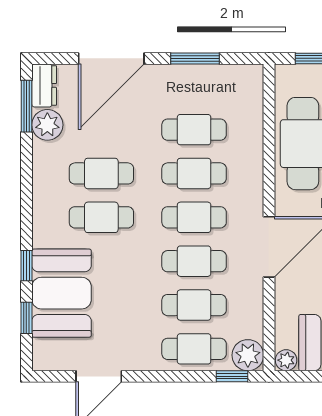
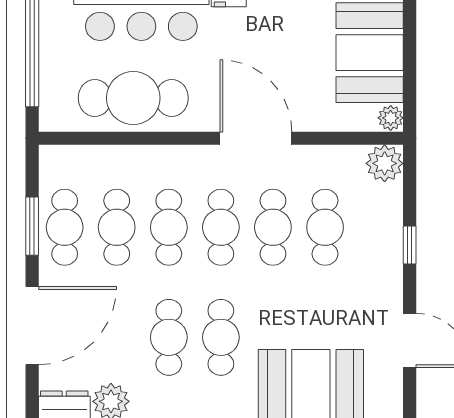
door: (111, 58) -> (32, 326), hinge flipped
cafe table: (194, 349) -> (65, 227), moved
window: (232, 376) -> (410, 245), moved

